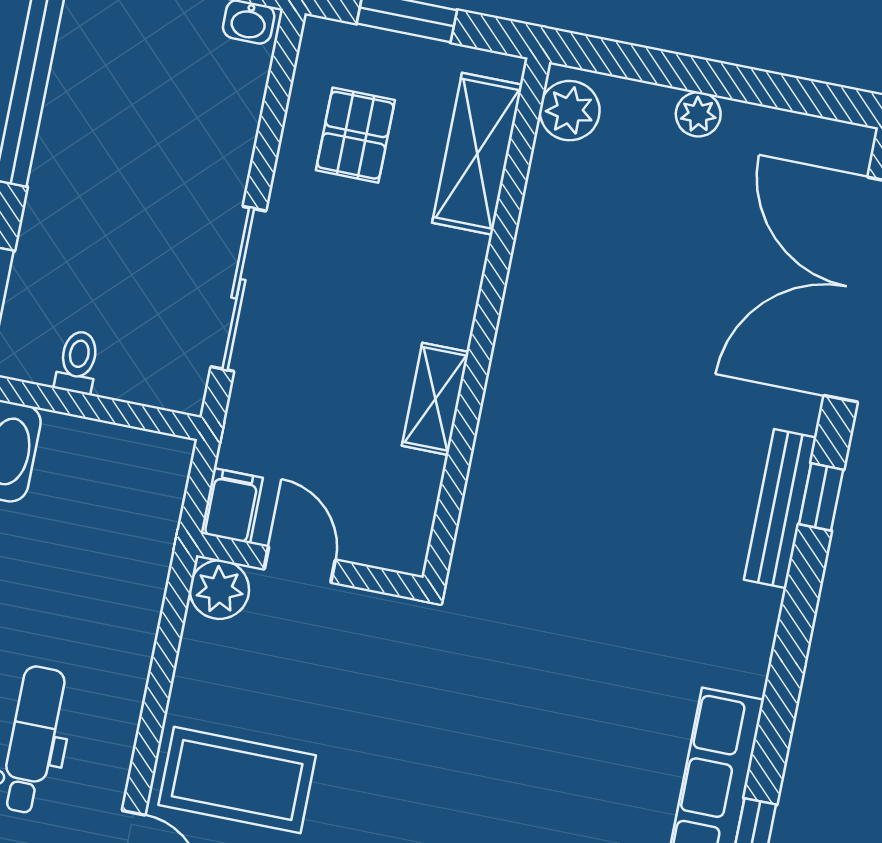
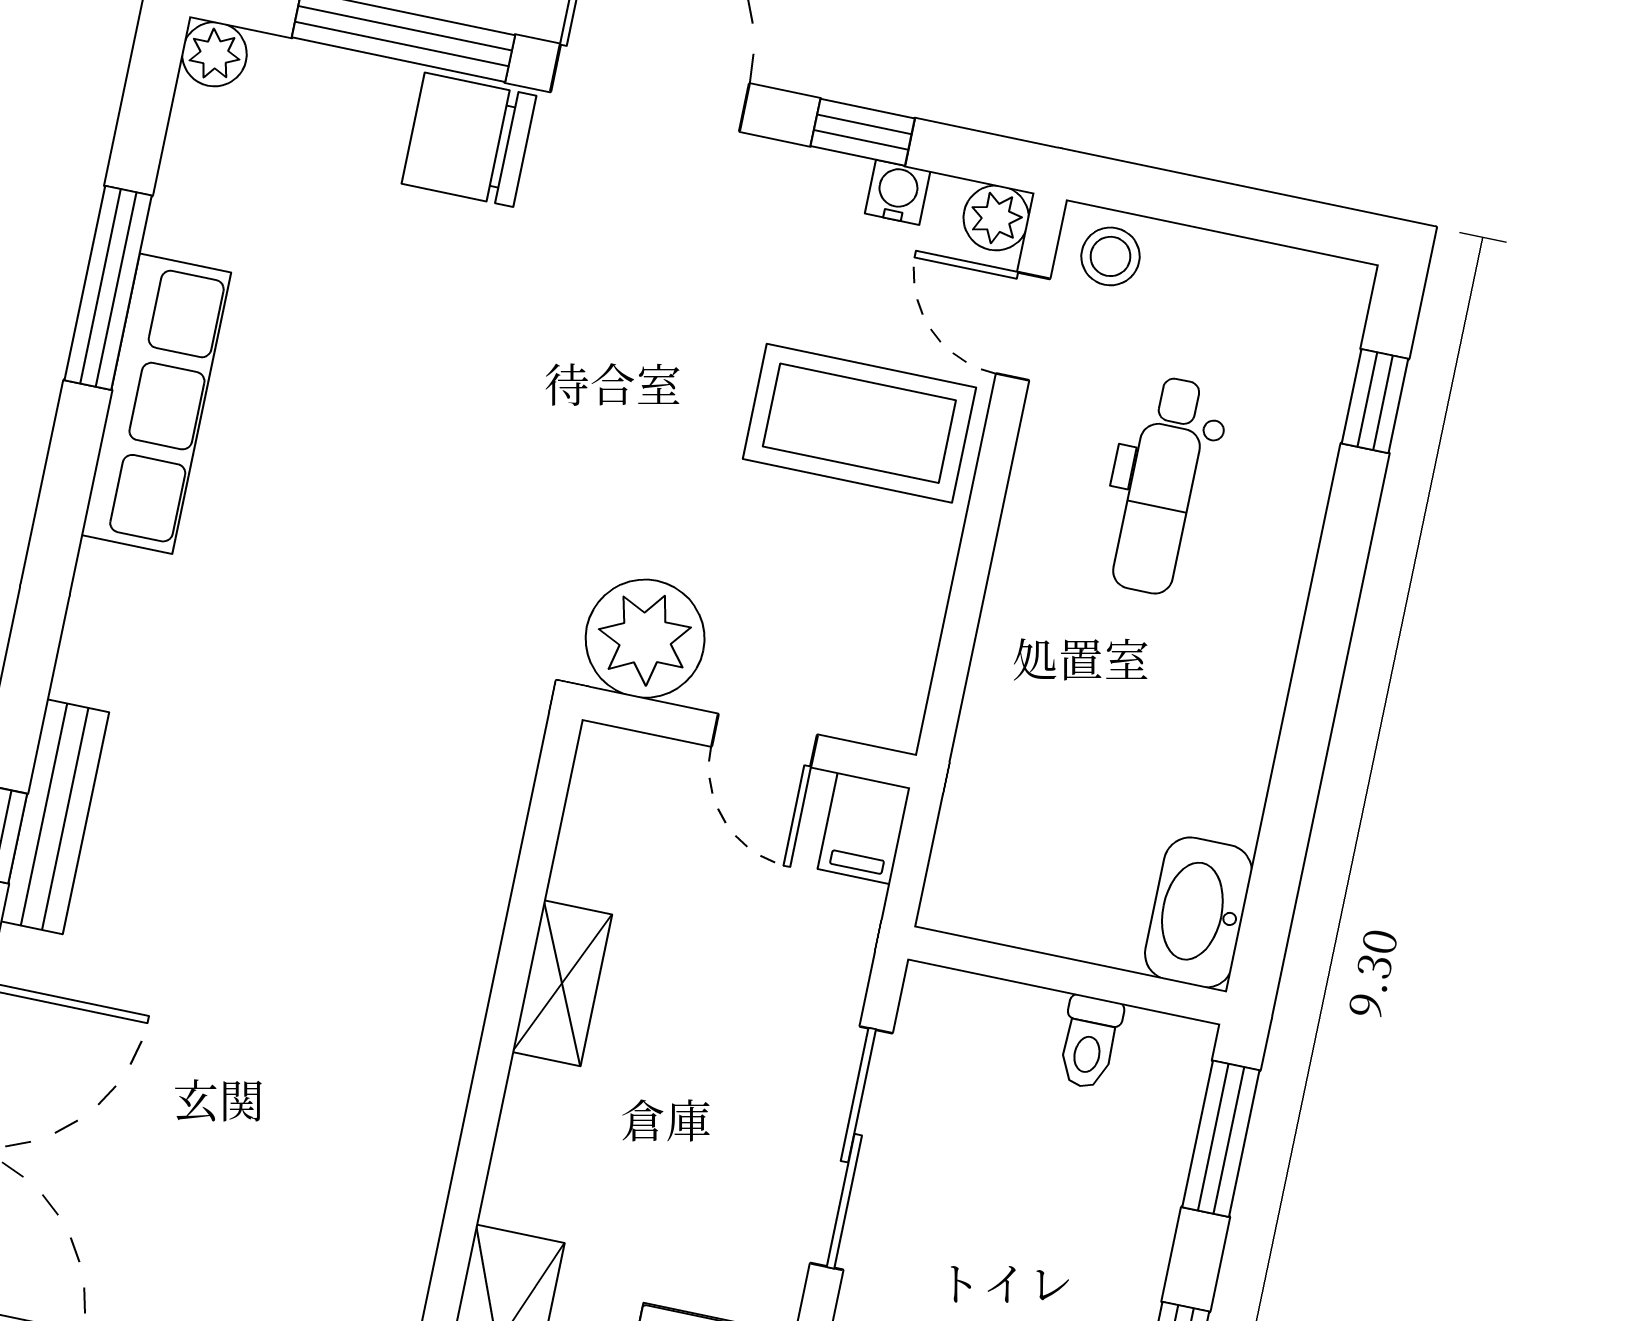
plant: (219, 590) -> (645, 639), moved, width x1.36, depth x1.36

